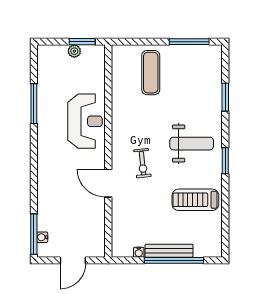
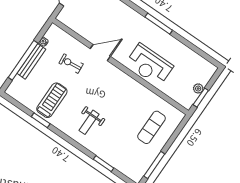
exercise mat: (151, 73) -> (152, 127), turned 90
window: (34, 104) -> (159, 24), moved
weight bench: (192, 144) -> (89, 122), width x0.73, depth x0.75
window: (225, 161) -> (41, 120), moved
exercise bike: (142, 163) -> (71, 64), moved

